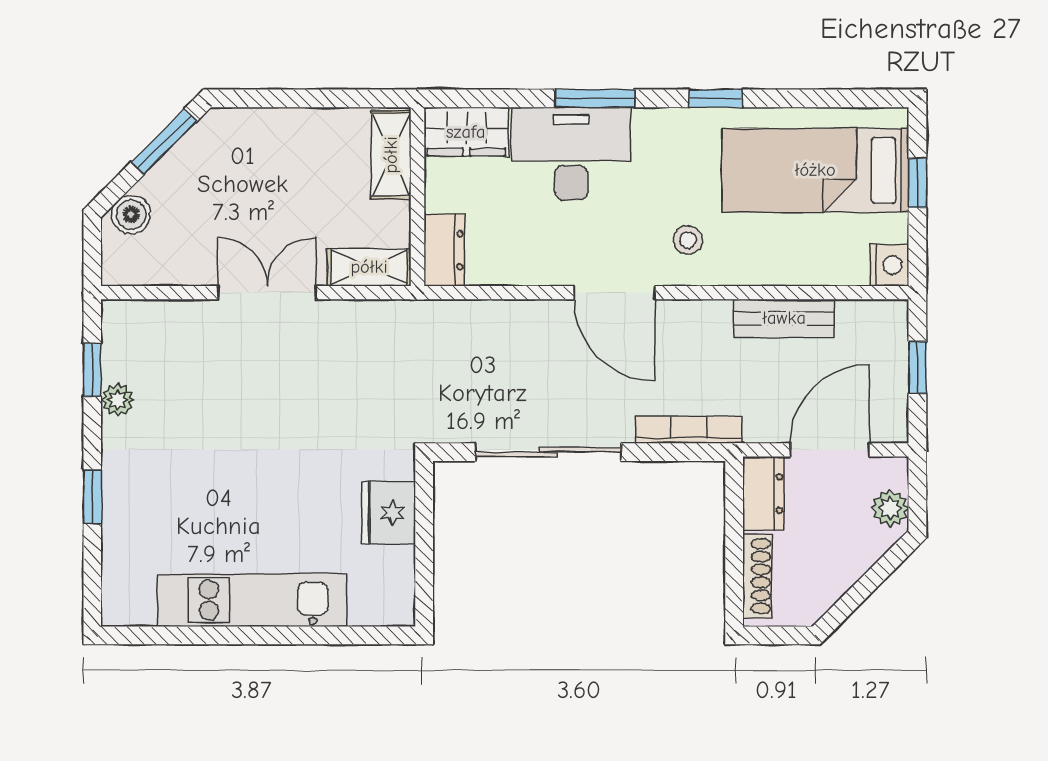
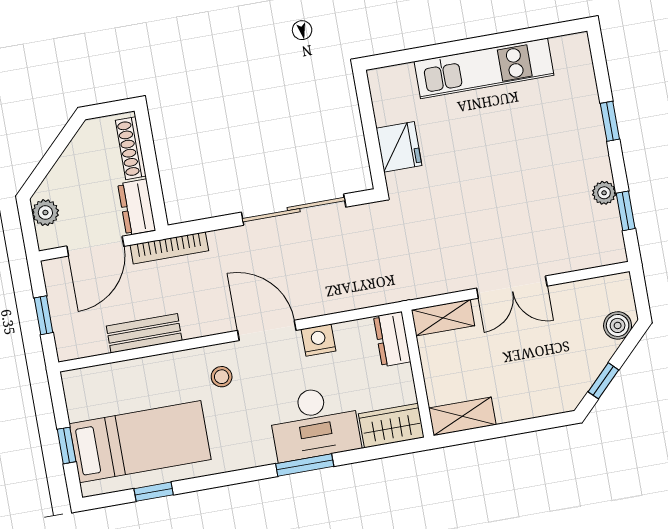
window: (716, 98) -> (154, 492), moved
window: (164, 142) -> (603, 381), width x0.67
shelving: (391, 155) -> (462, 416), moved, turned 90
nightstand: (889, 265) -> (318, 340), moved, turned 90
bookcase: (689, 430) -> (169, 248), moved

